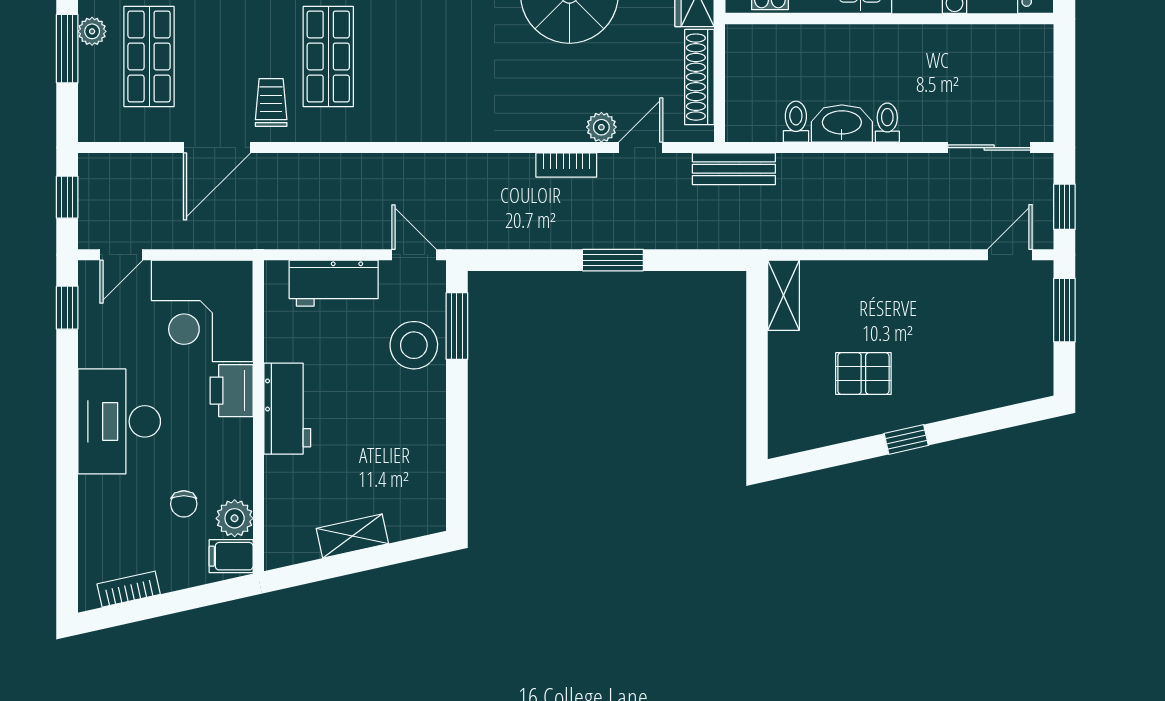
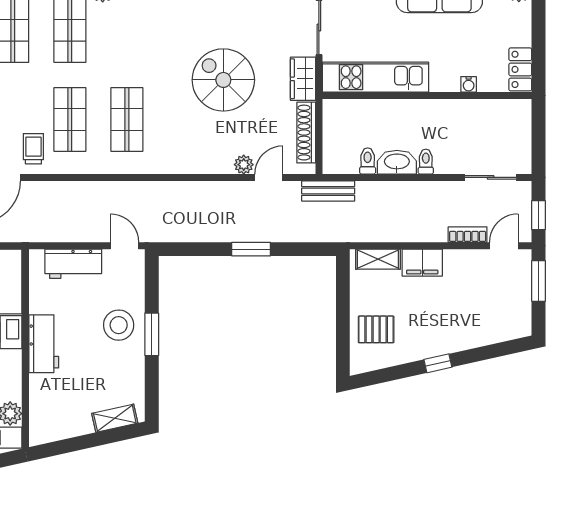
shop shelf: (418, 56) -> (127, 119), added
bookcase: (566, 165) -> (468, 235), moved, turned 180
filing cabinet: (882, 281) -> (422, 263), added
shelving: (784, 295) -> (378, 259), moved, turned 90
window: (457, 326) -> (152, 334), moved
stool: (414, 345) -> (119, 325), moved
pallet: (863, 373) -> (376, 329), moved
shelving: (352, 536) -> (115, 418), moved

